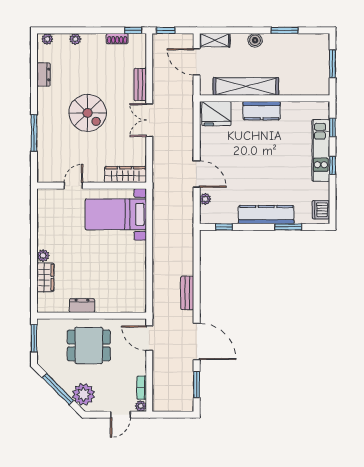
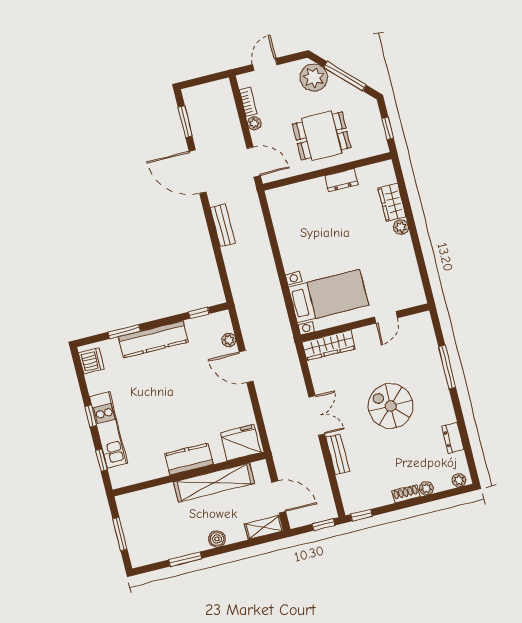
shoe rack: (117, 39) -> (406, 494), moved
window: (34, 338) -> (388, 128), width x0.67
plant: (141, 406) -> (254, 123), moved

